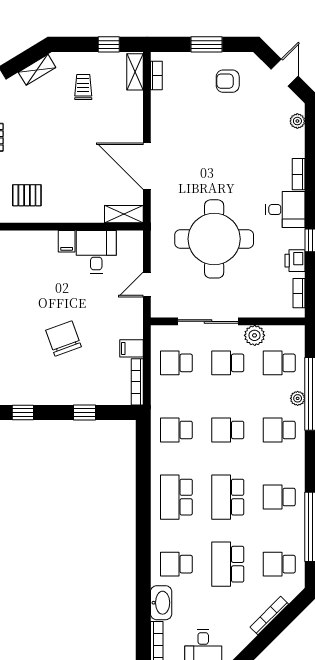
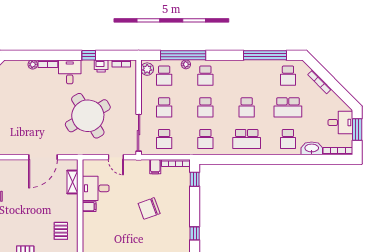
plant: (297, 121) -> (33, 64), moved
shelving: (124, 214) -> (73, 182), moved
round table: (214, 239) -> (88, 116), turned -31
sliding door: (208, 321) -> (139, 133), moved
plant: (255, 335) -> (147, 69), moved
window: (84, 412) -> (195, 179), moved
school desk: (228, 497) -> (247, 107), width x0.54
school desk: (279, 497) -> (247, 76), removed

